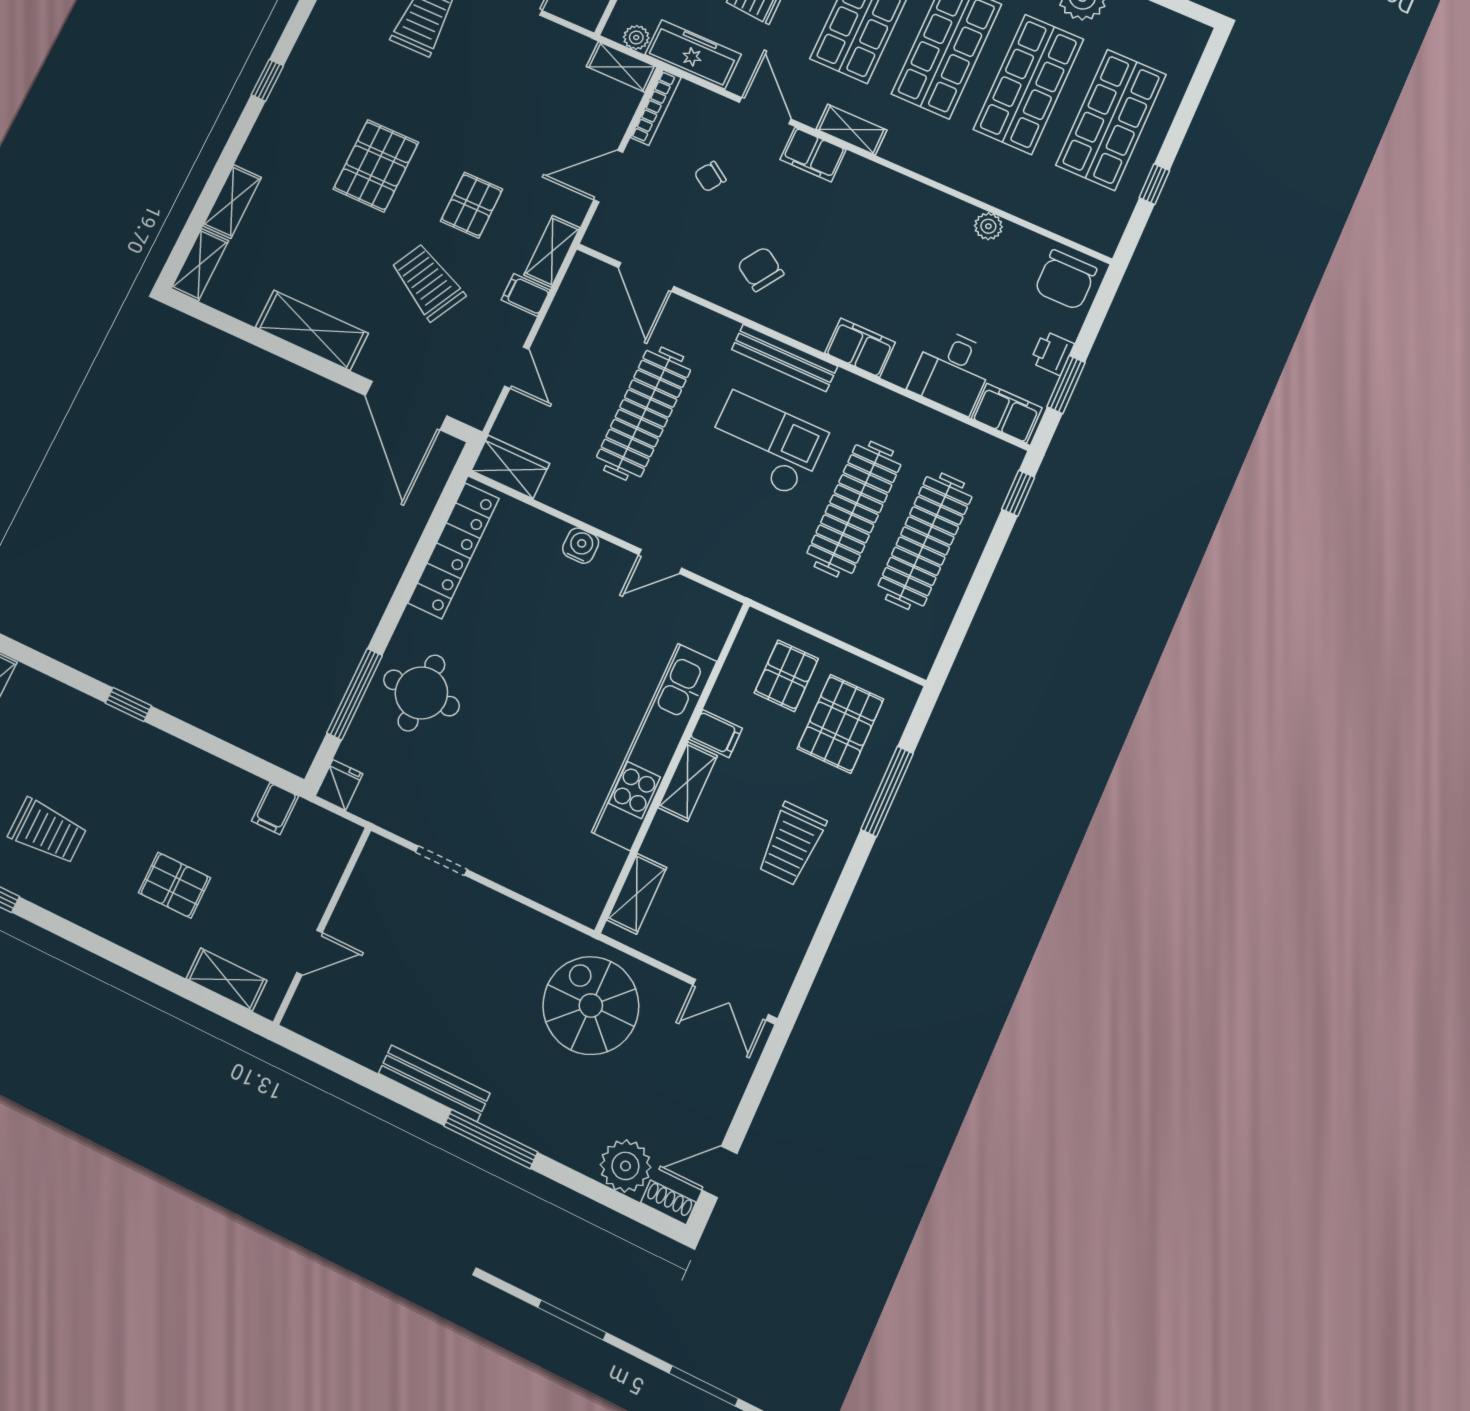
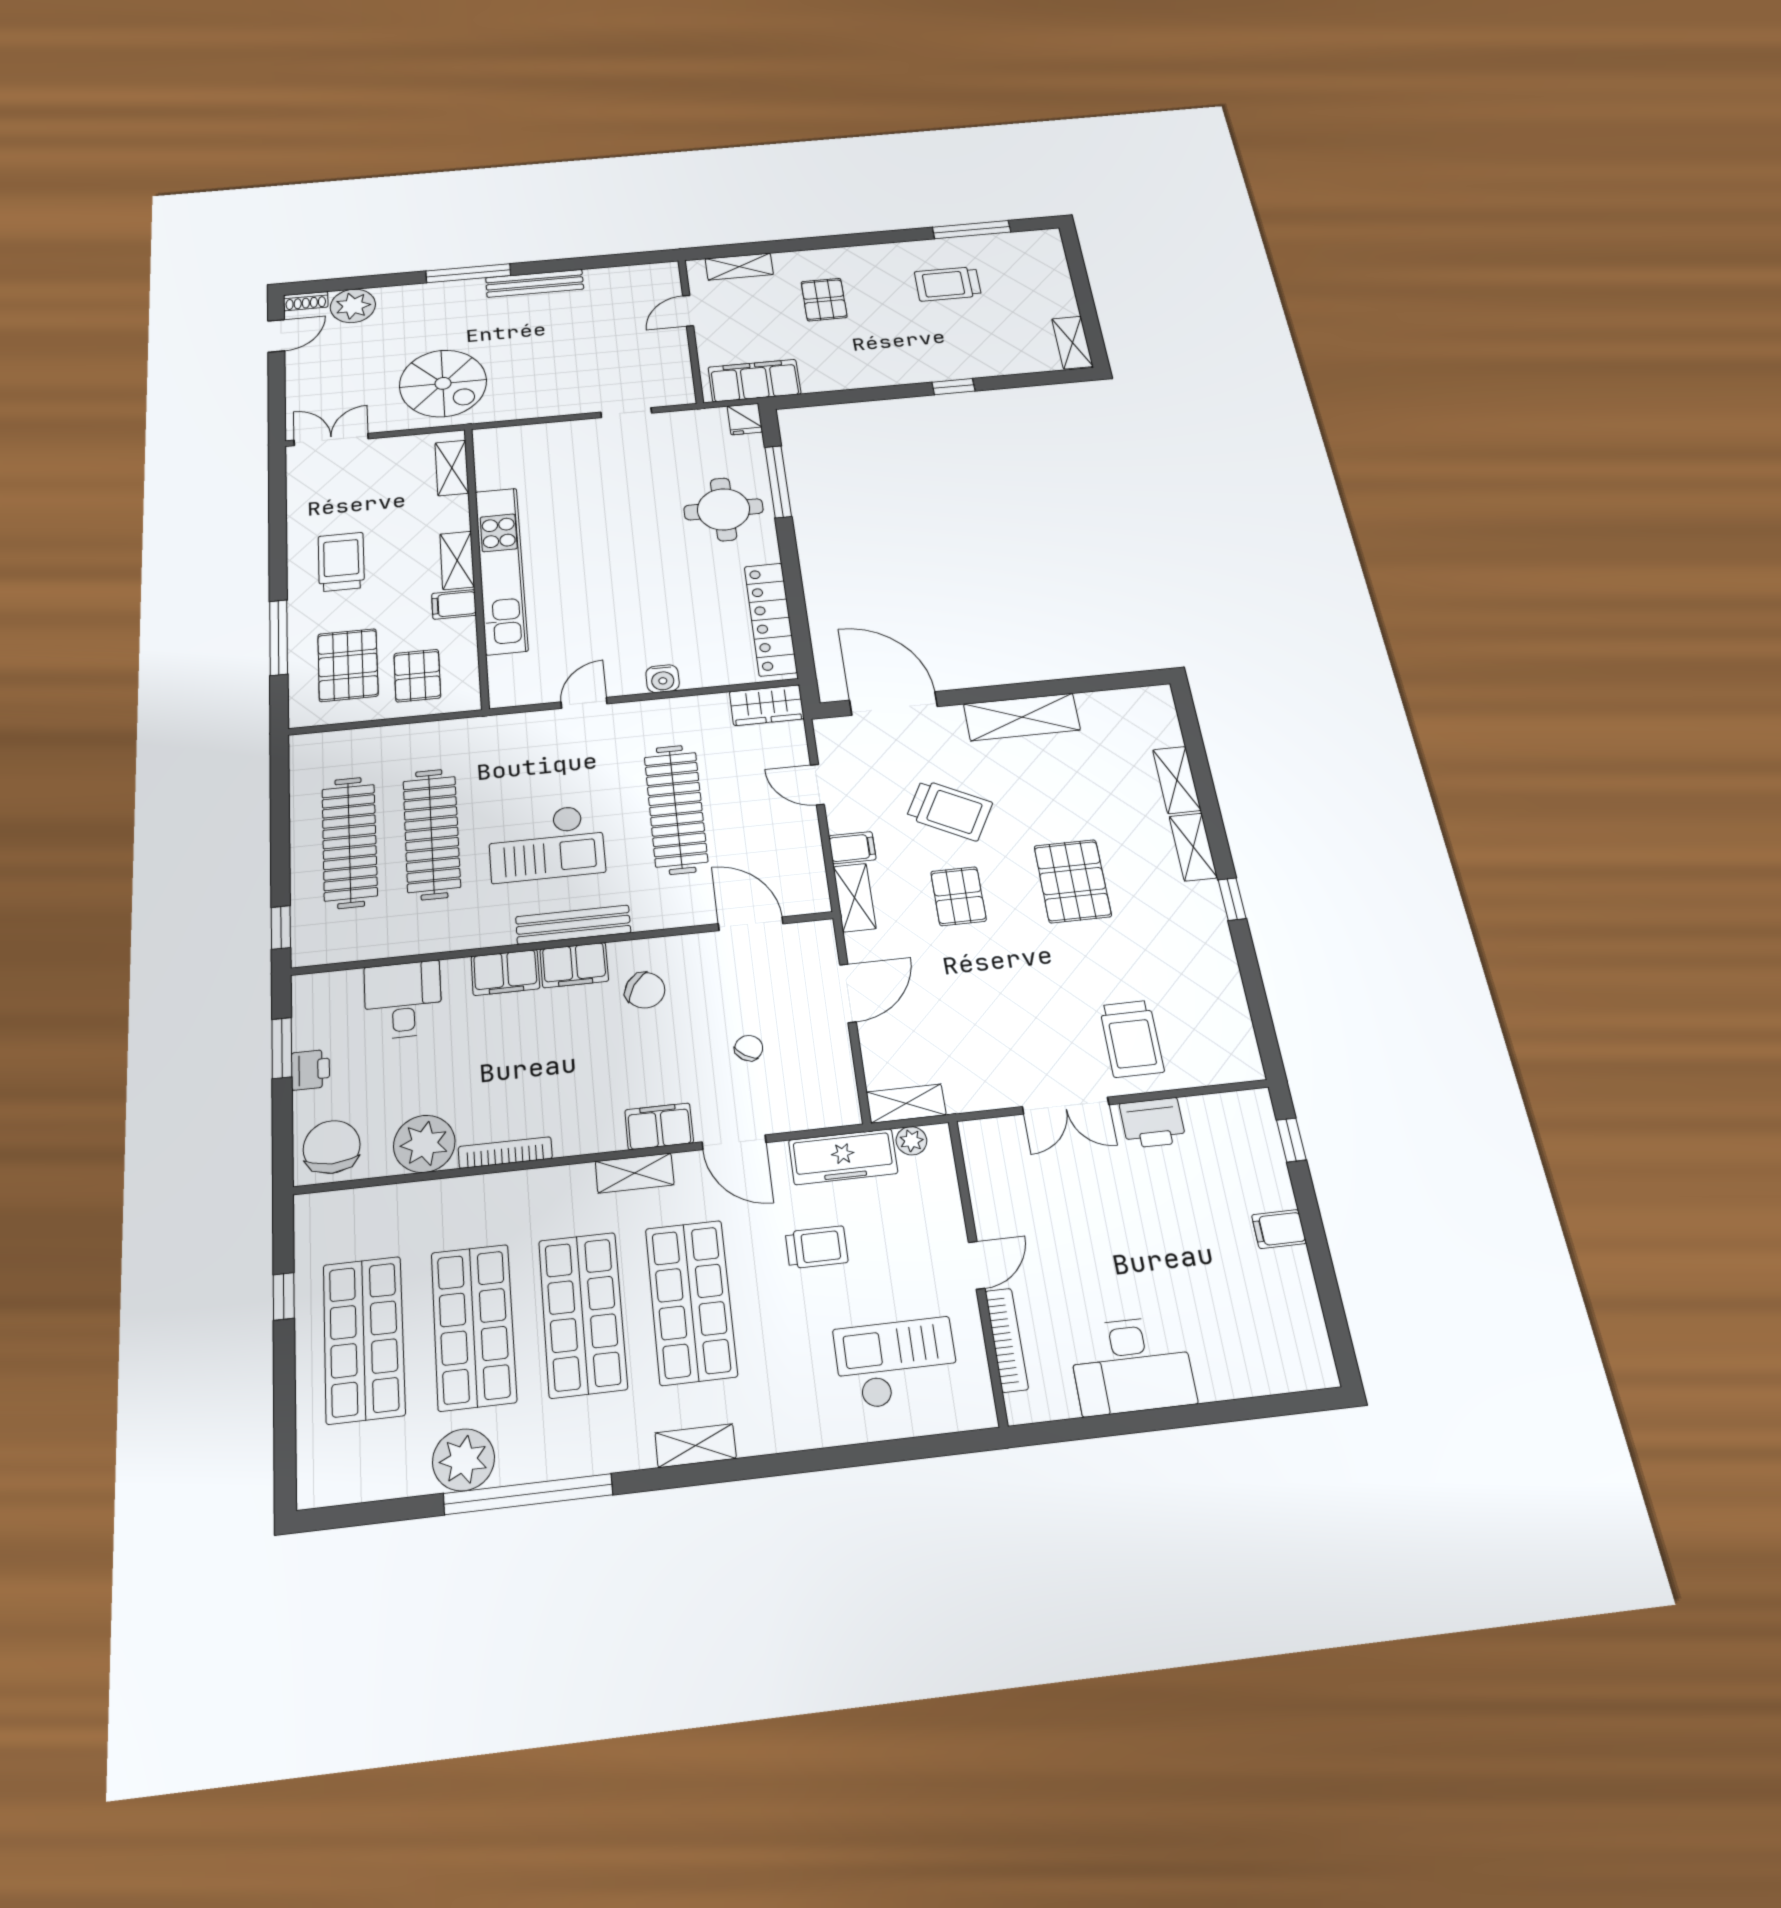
bookcase: (656, 108) -> (505, 1153), moved, turned 90
plant: (988, 226) -> (424, 1144), width x1.88, depth x1.88
shelving: (200, 265) -> (1193, 847), moved
filing cabinet: (1007, 413) -> (574, 965), moved
filing cabinet: (275, 809) -> (754, 381), width x3.00, depth x1.17
pallet: (174, 885) -> (824, 300), turned 90

